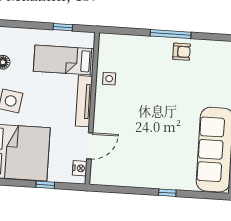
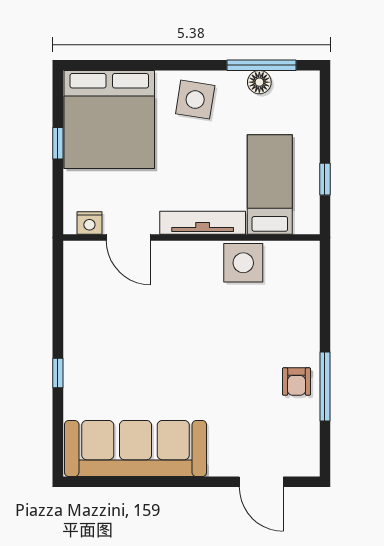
window: (171, 34) -> (325, 387), moved
side table: (109, 79) -> (243, 263), width x1.87, depth x1.87
window: (45, 185) -> (58, 143), moved

